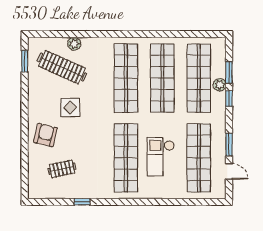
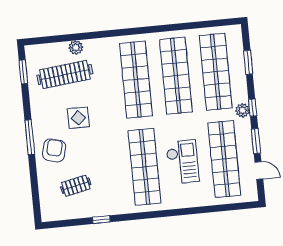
clothes rail: (62, 67) -> (65, 74), turned -30
plant: (220, 85) -> (242, 110), moved
window: (229, 99) -> (253, 108), moved
window: (25, 121) -> (30, 137), added
checkout: (161, 157) -> (182, 162), turned 180

